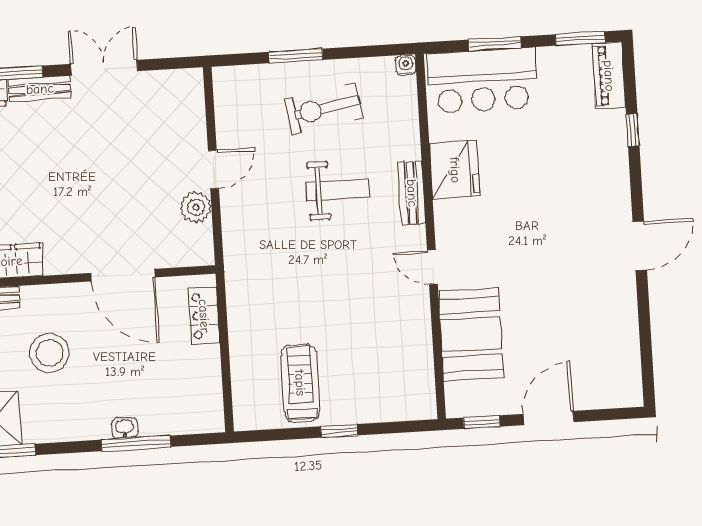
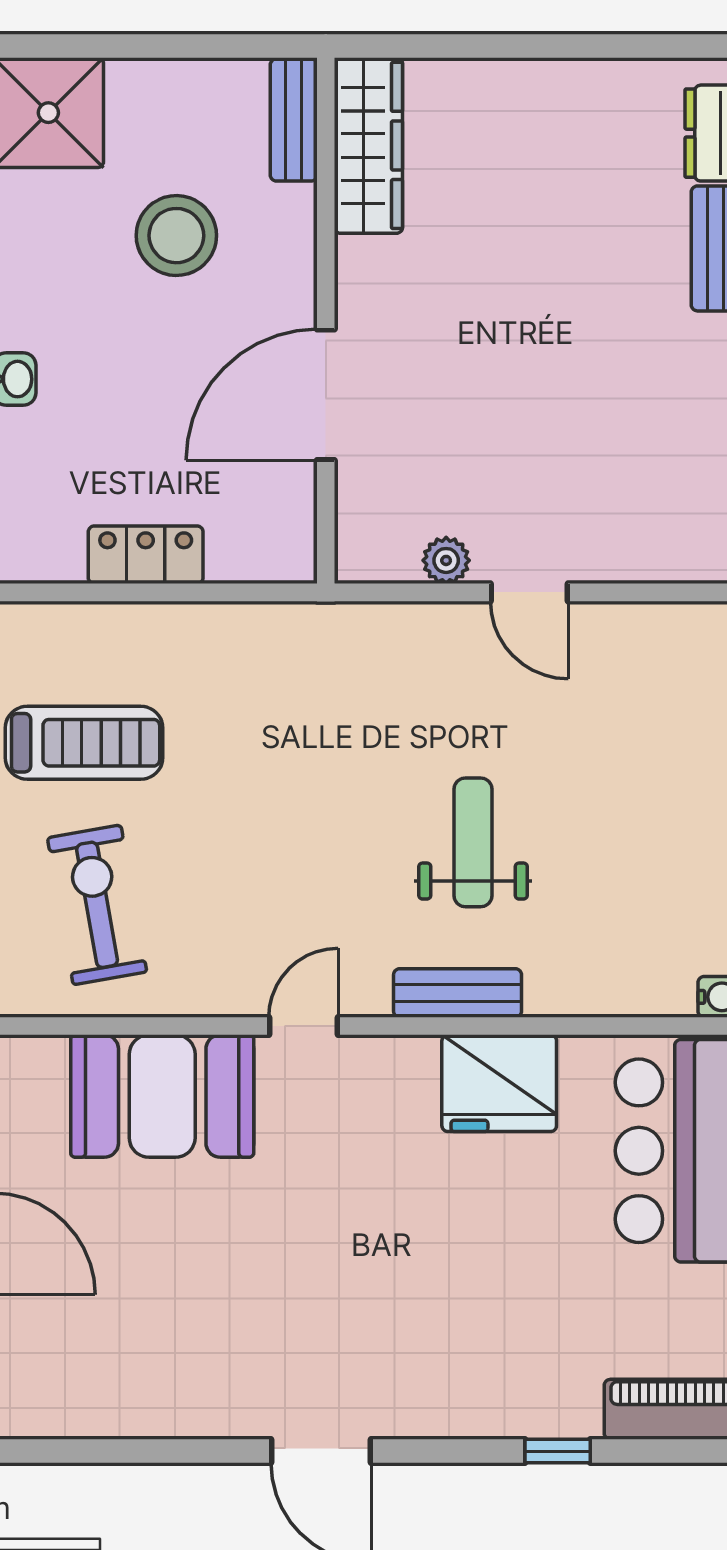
exercise bike: (324, 108) -> (97, 905), moved
weight bench: (337, 190) -> (473, 842), turned 180
plant: (196, 207) -> (446, 560), width x0.73, depth x0.73
locker: (204, 316) -> (146, 555), moved

